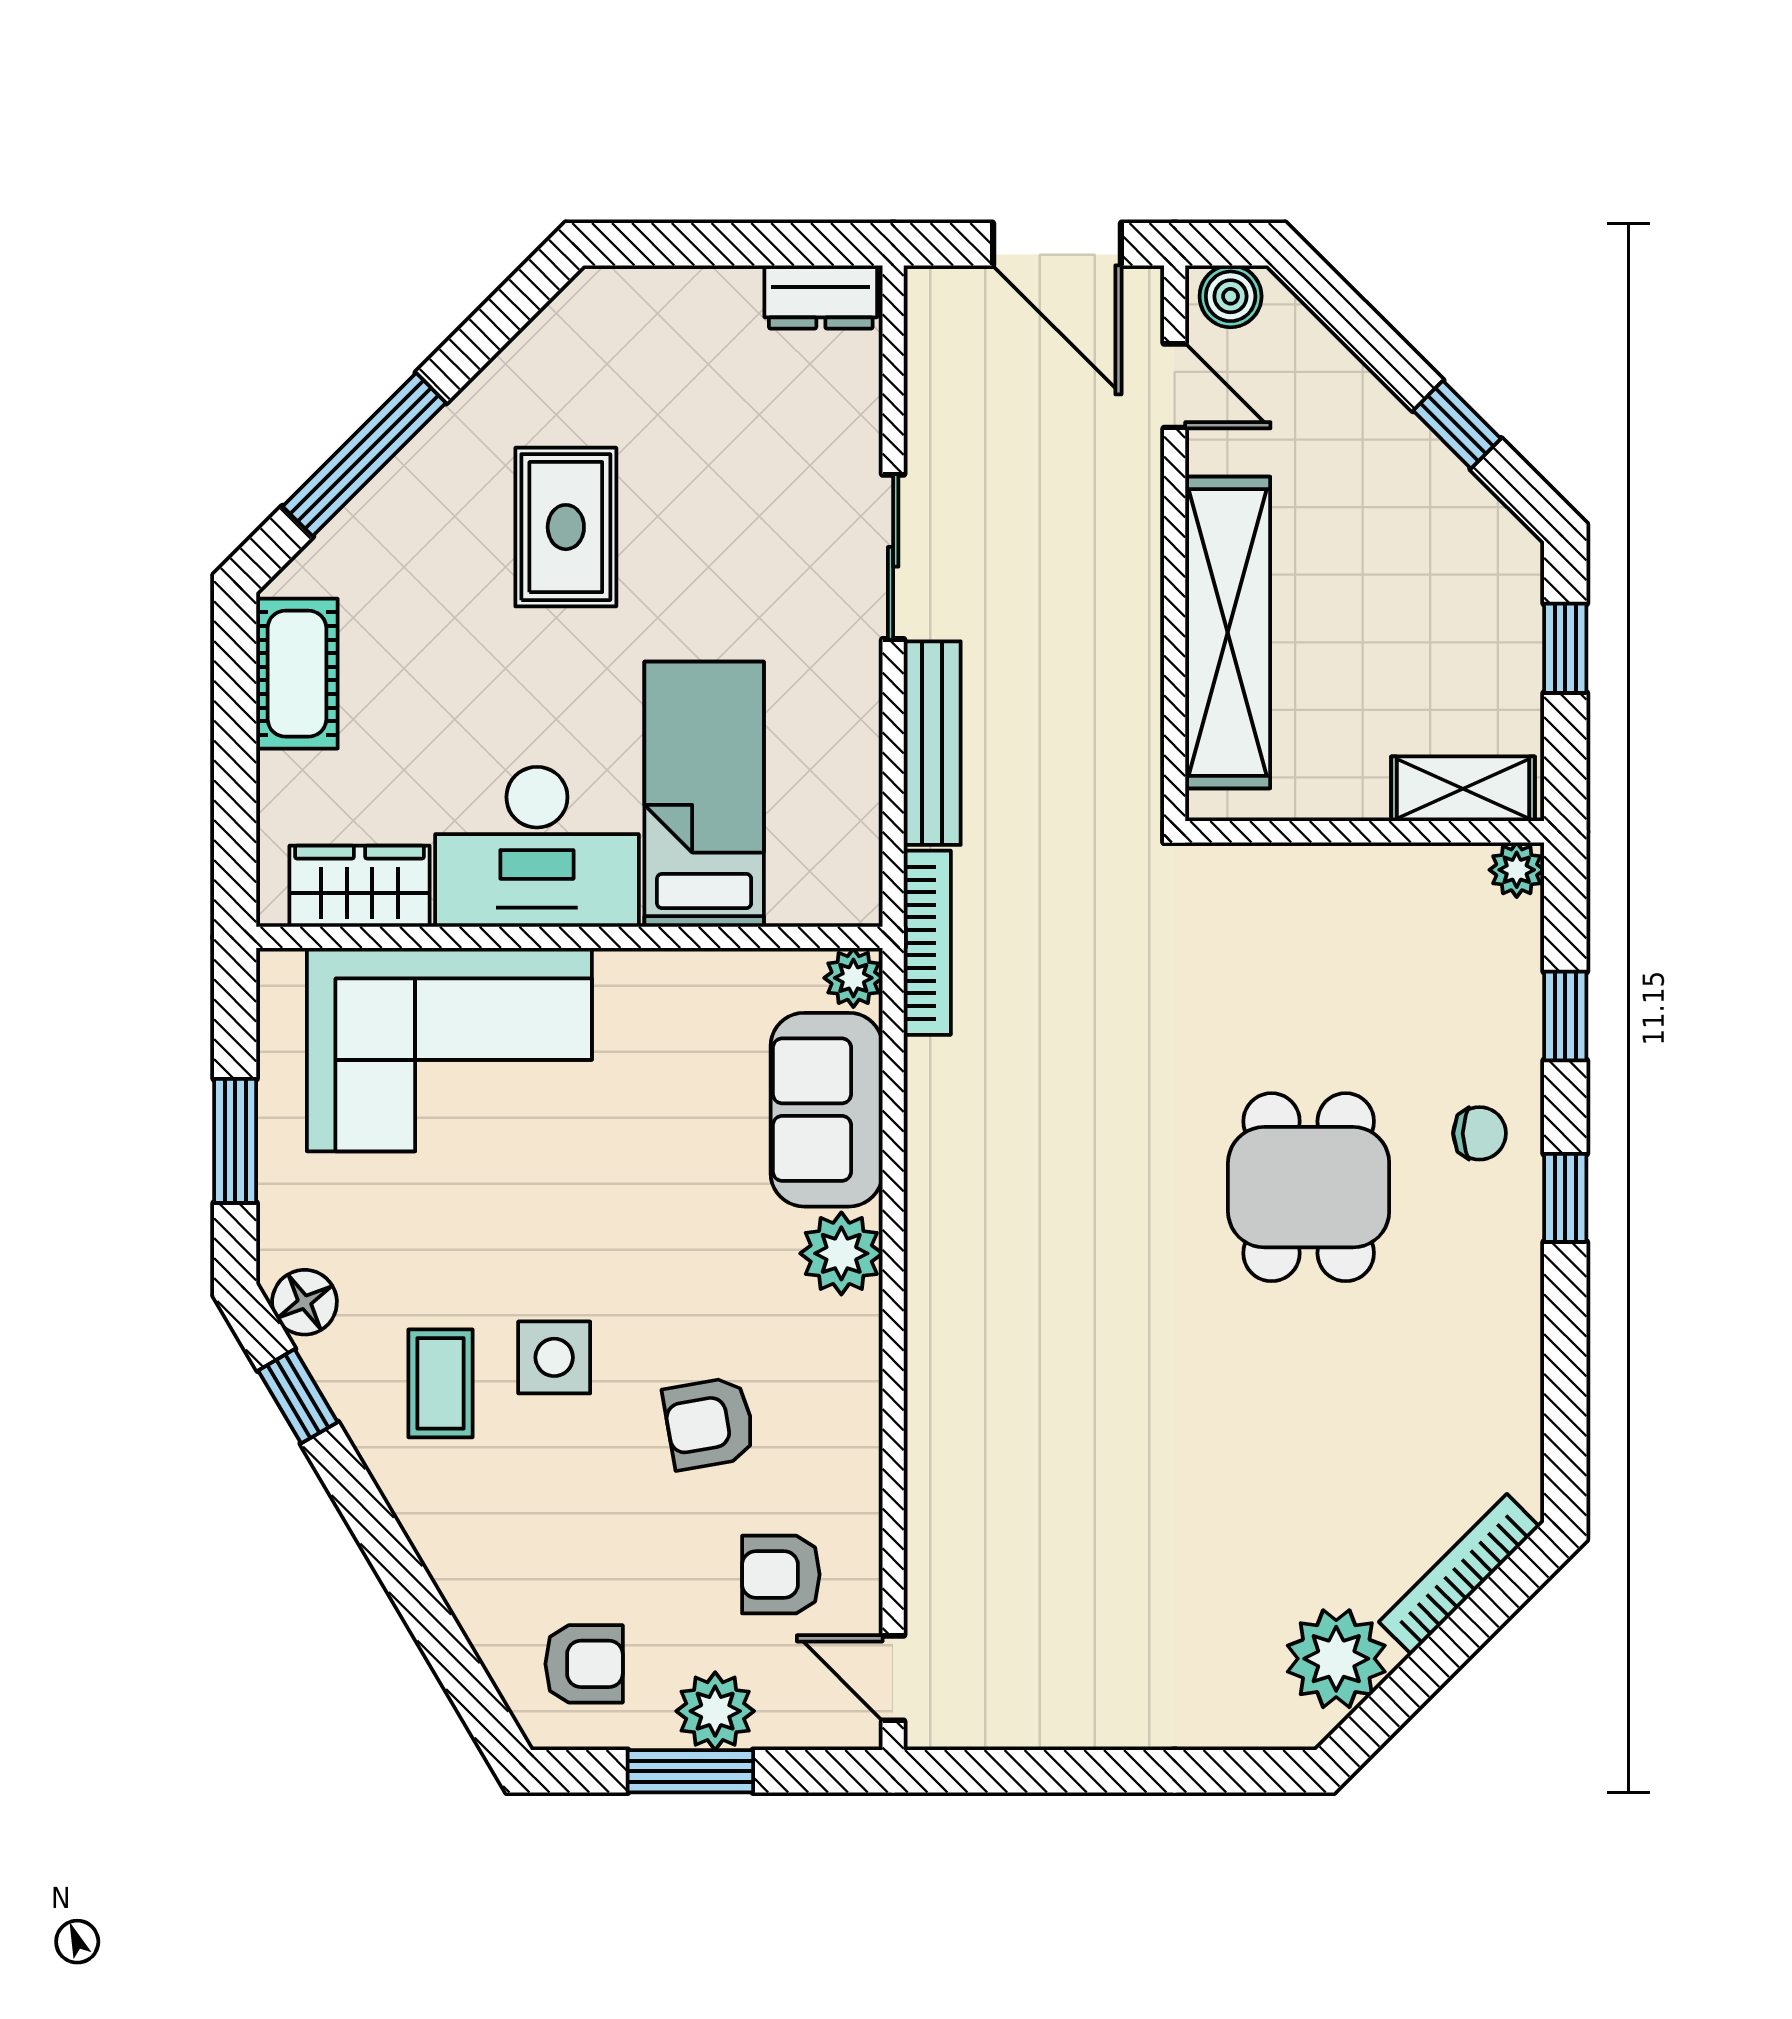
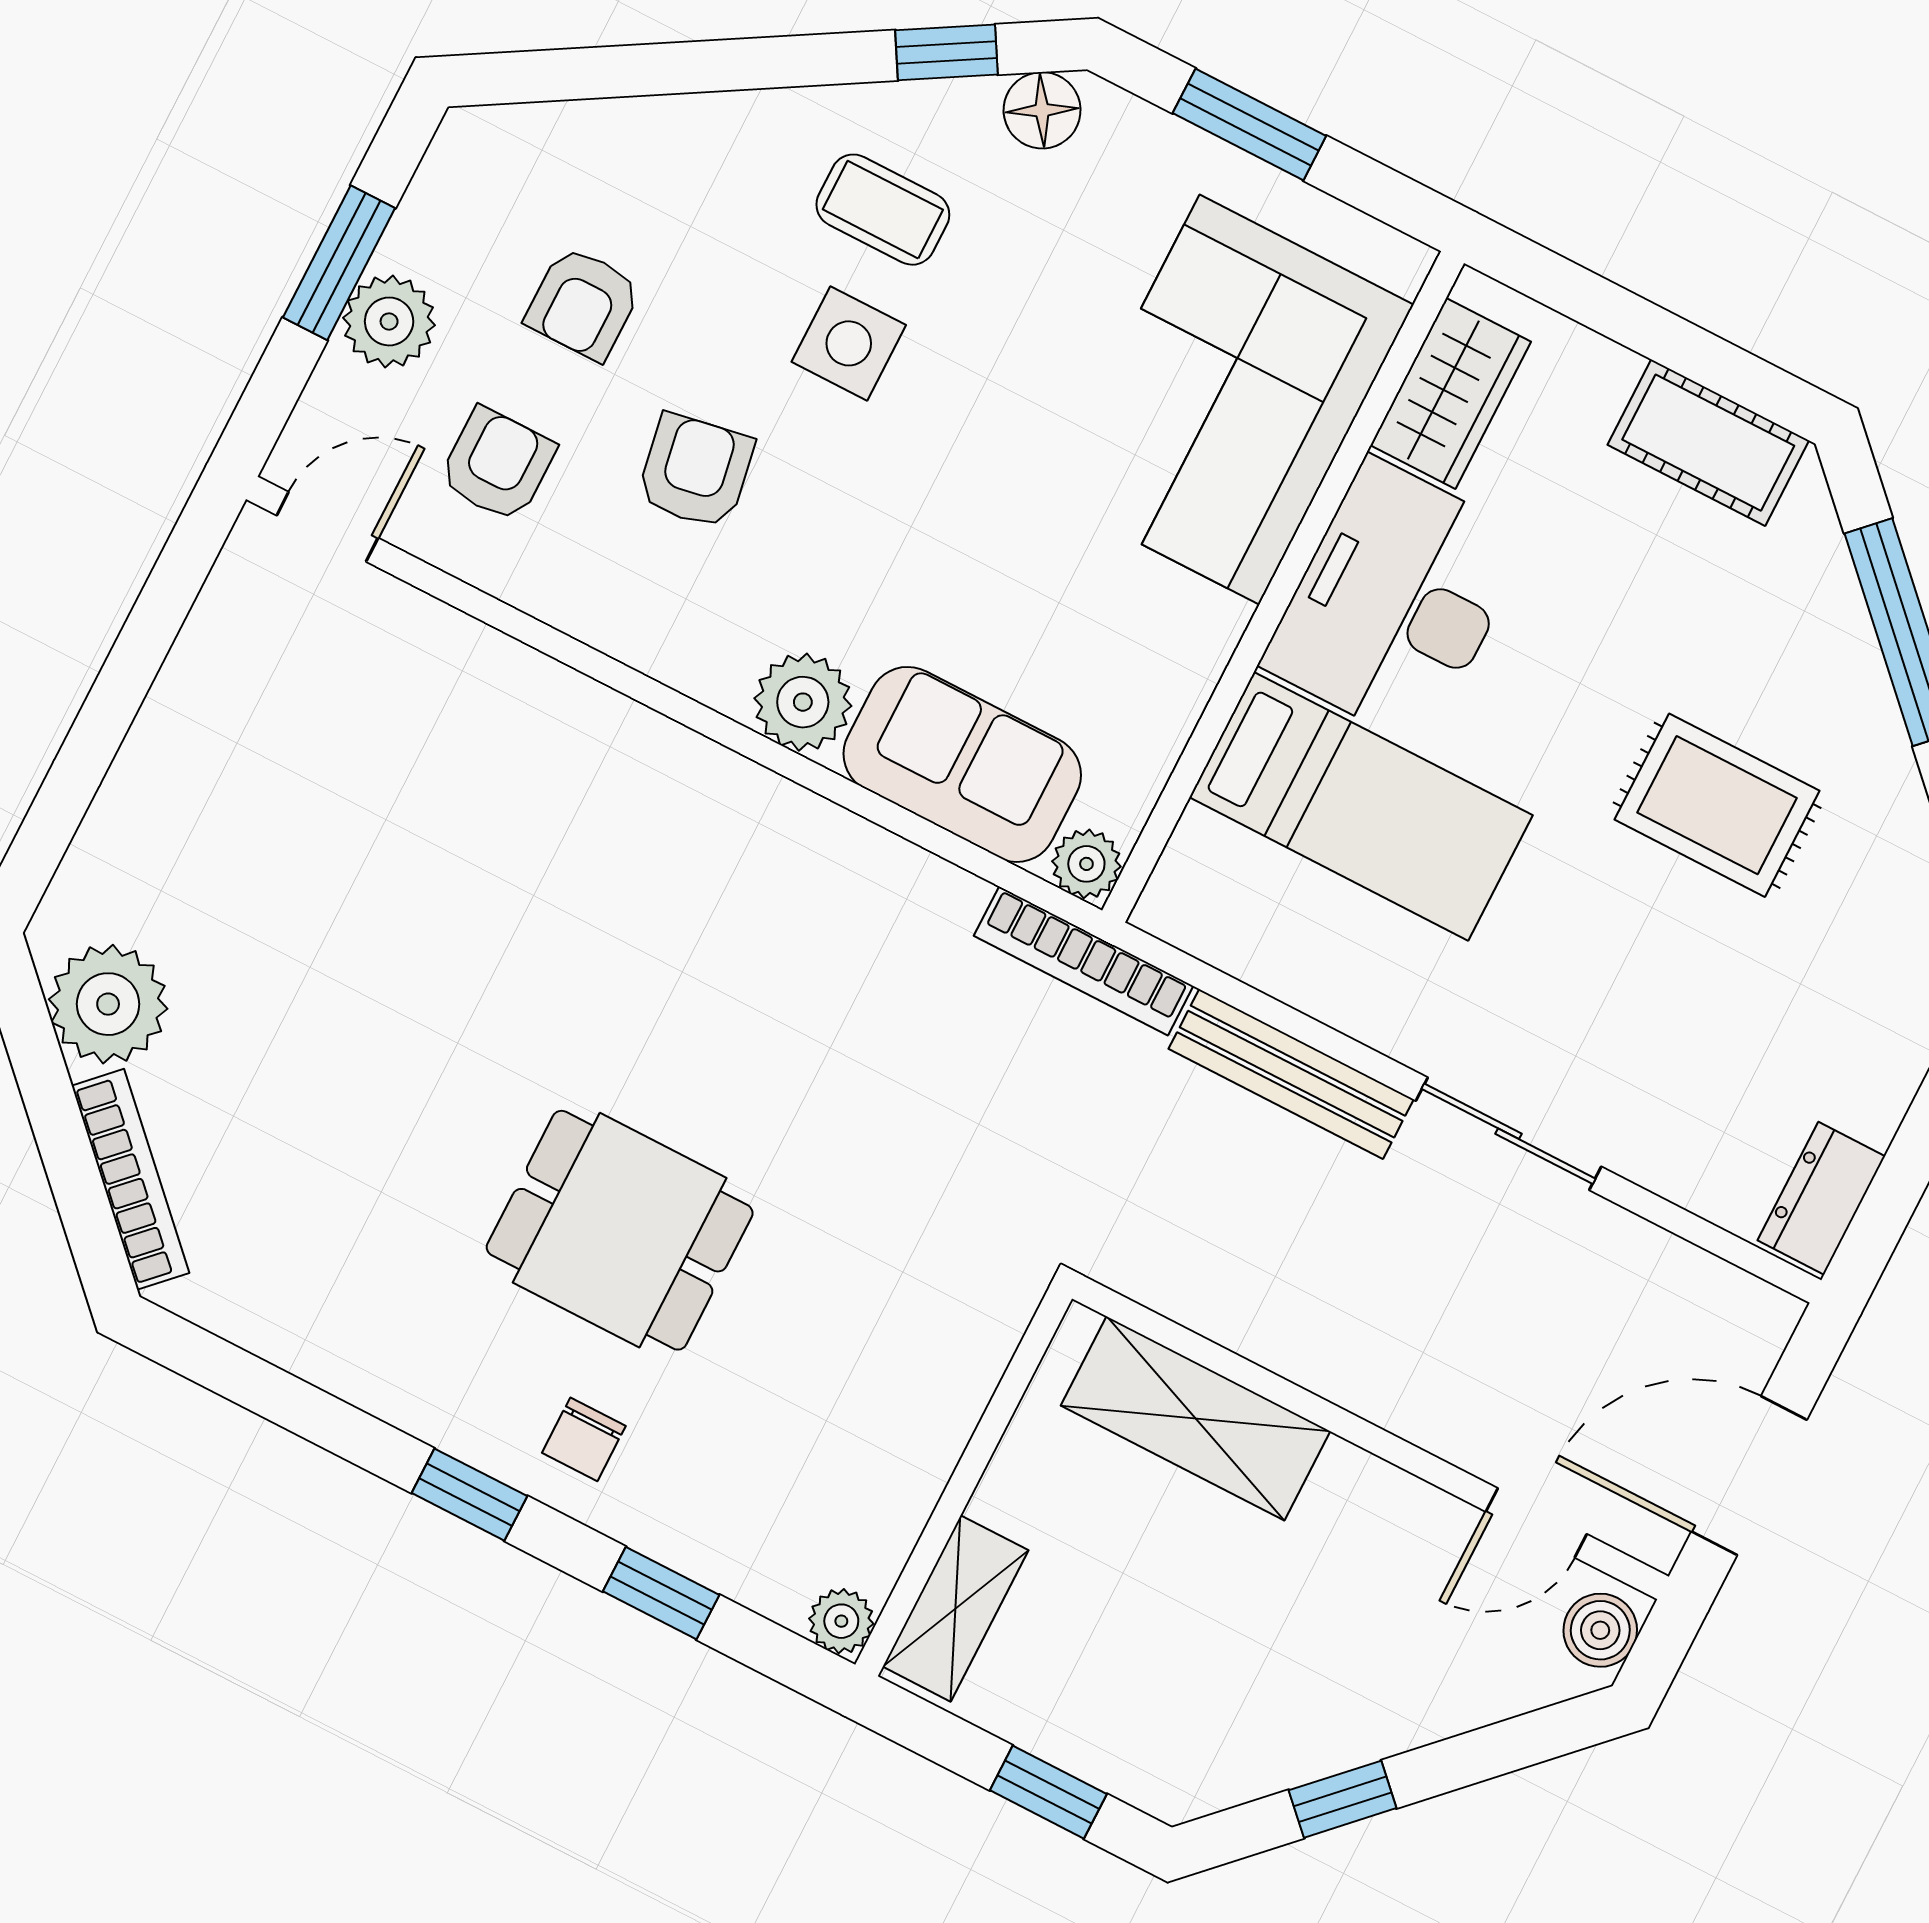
shelving: (1228, 633) -> (1195, 1418), width x0.68
armchair: (584, 1664) -> (583, 303), moved

